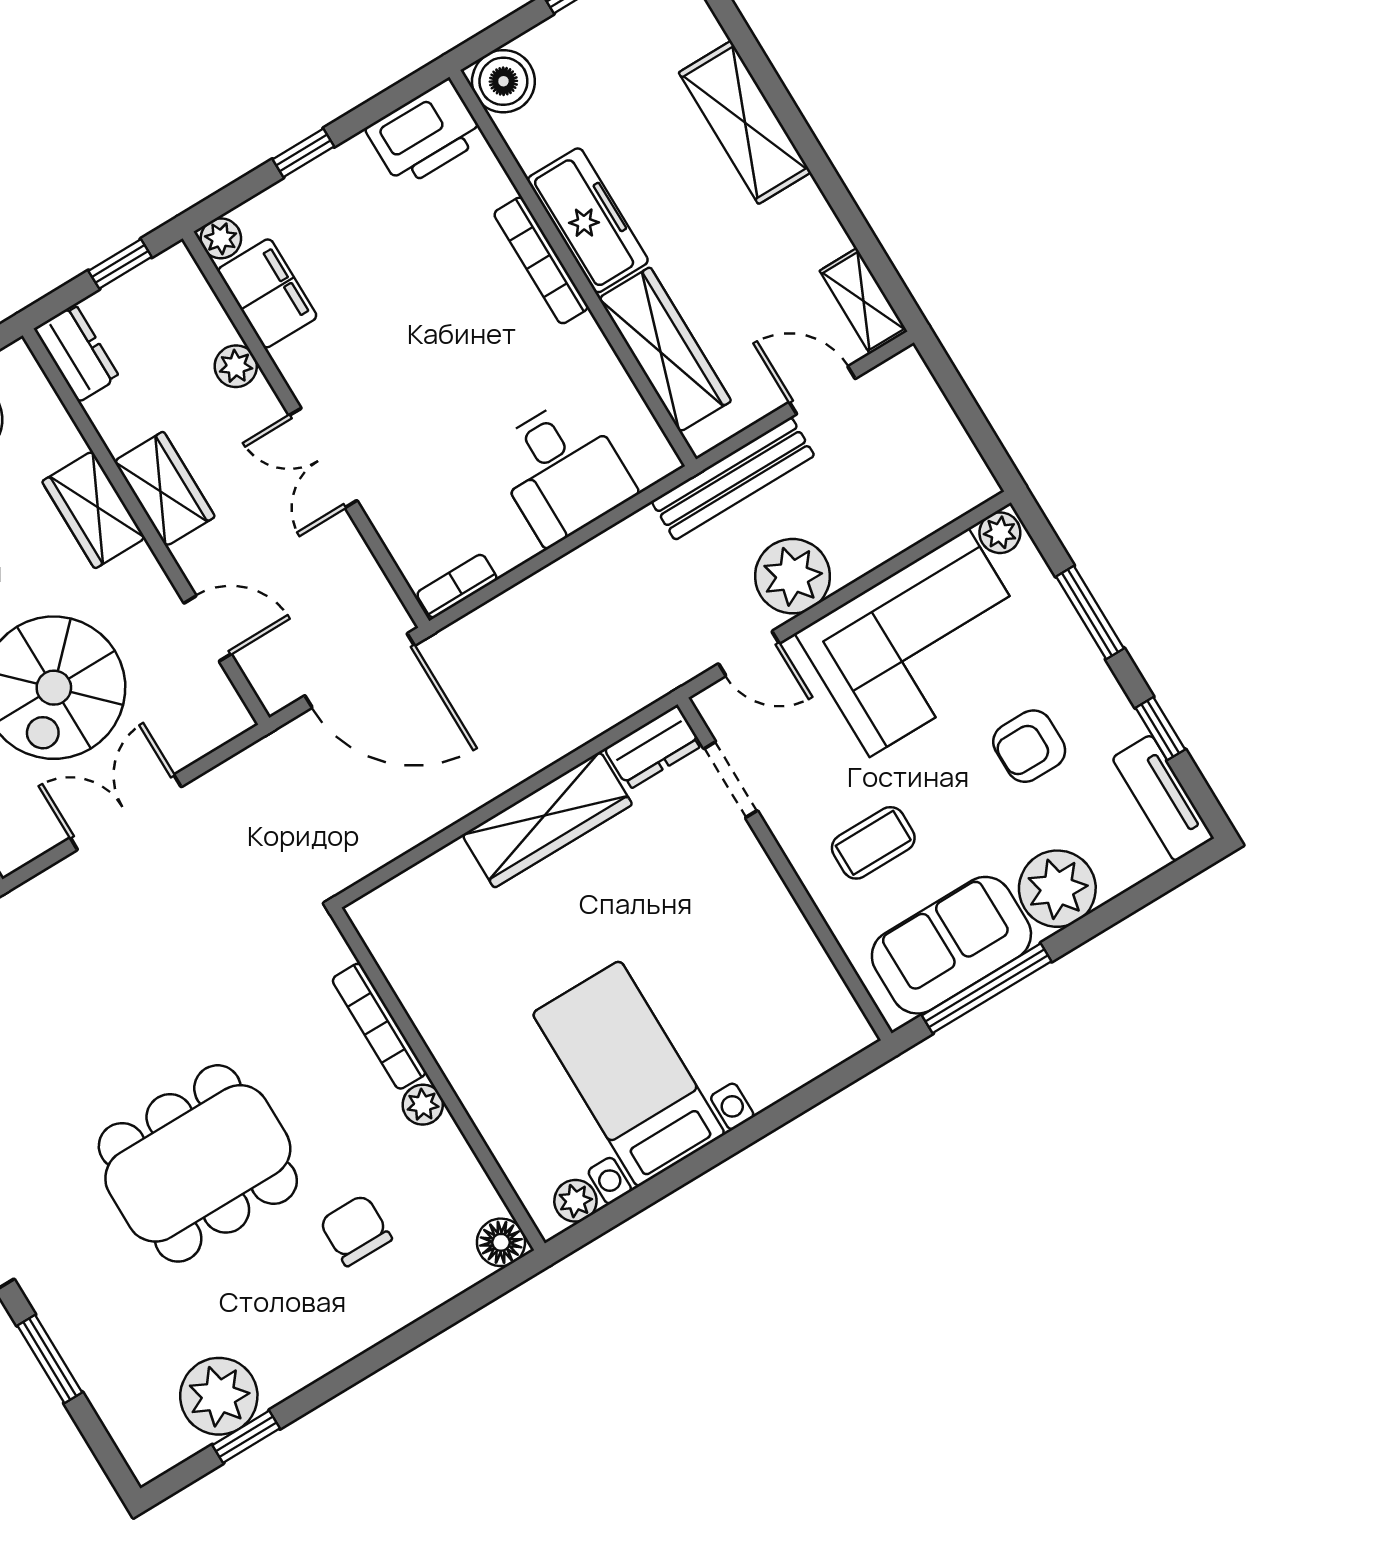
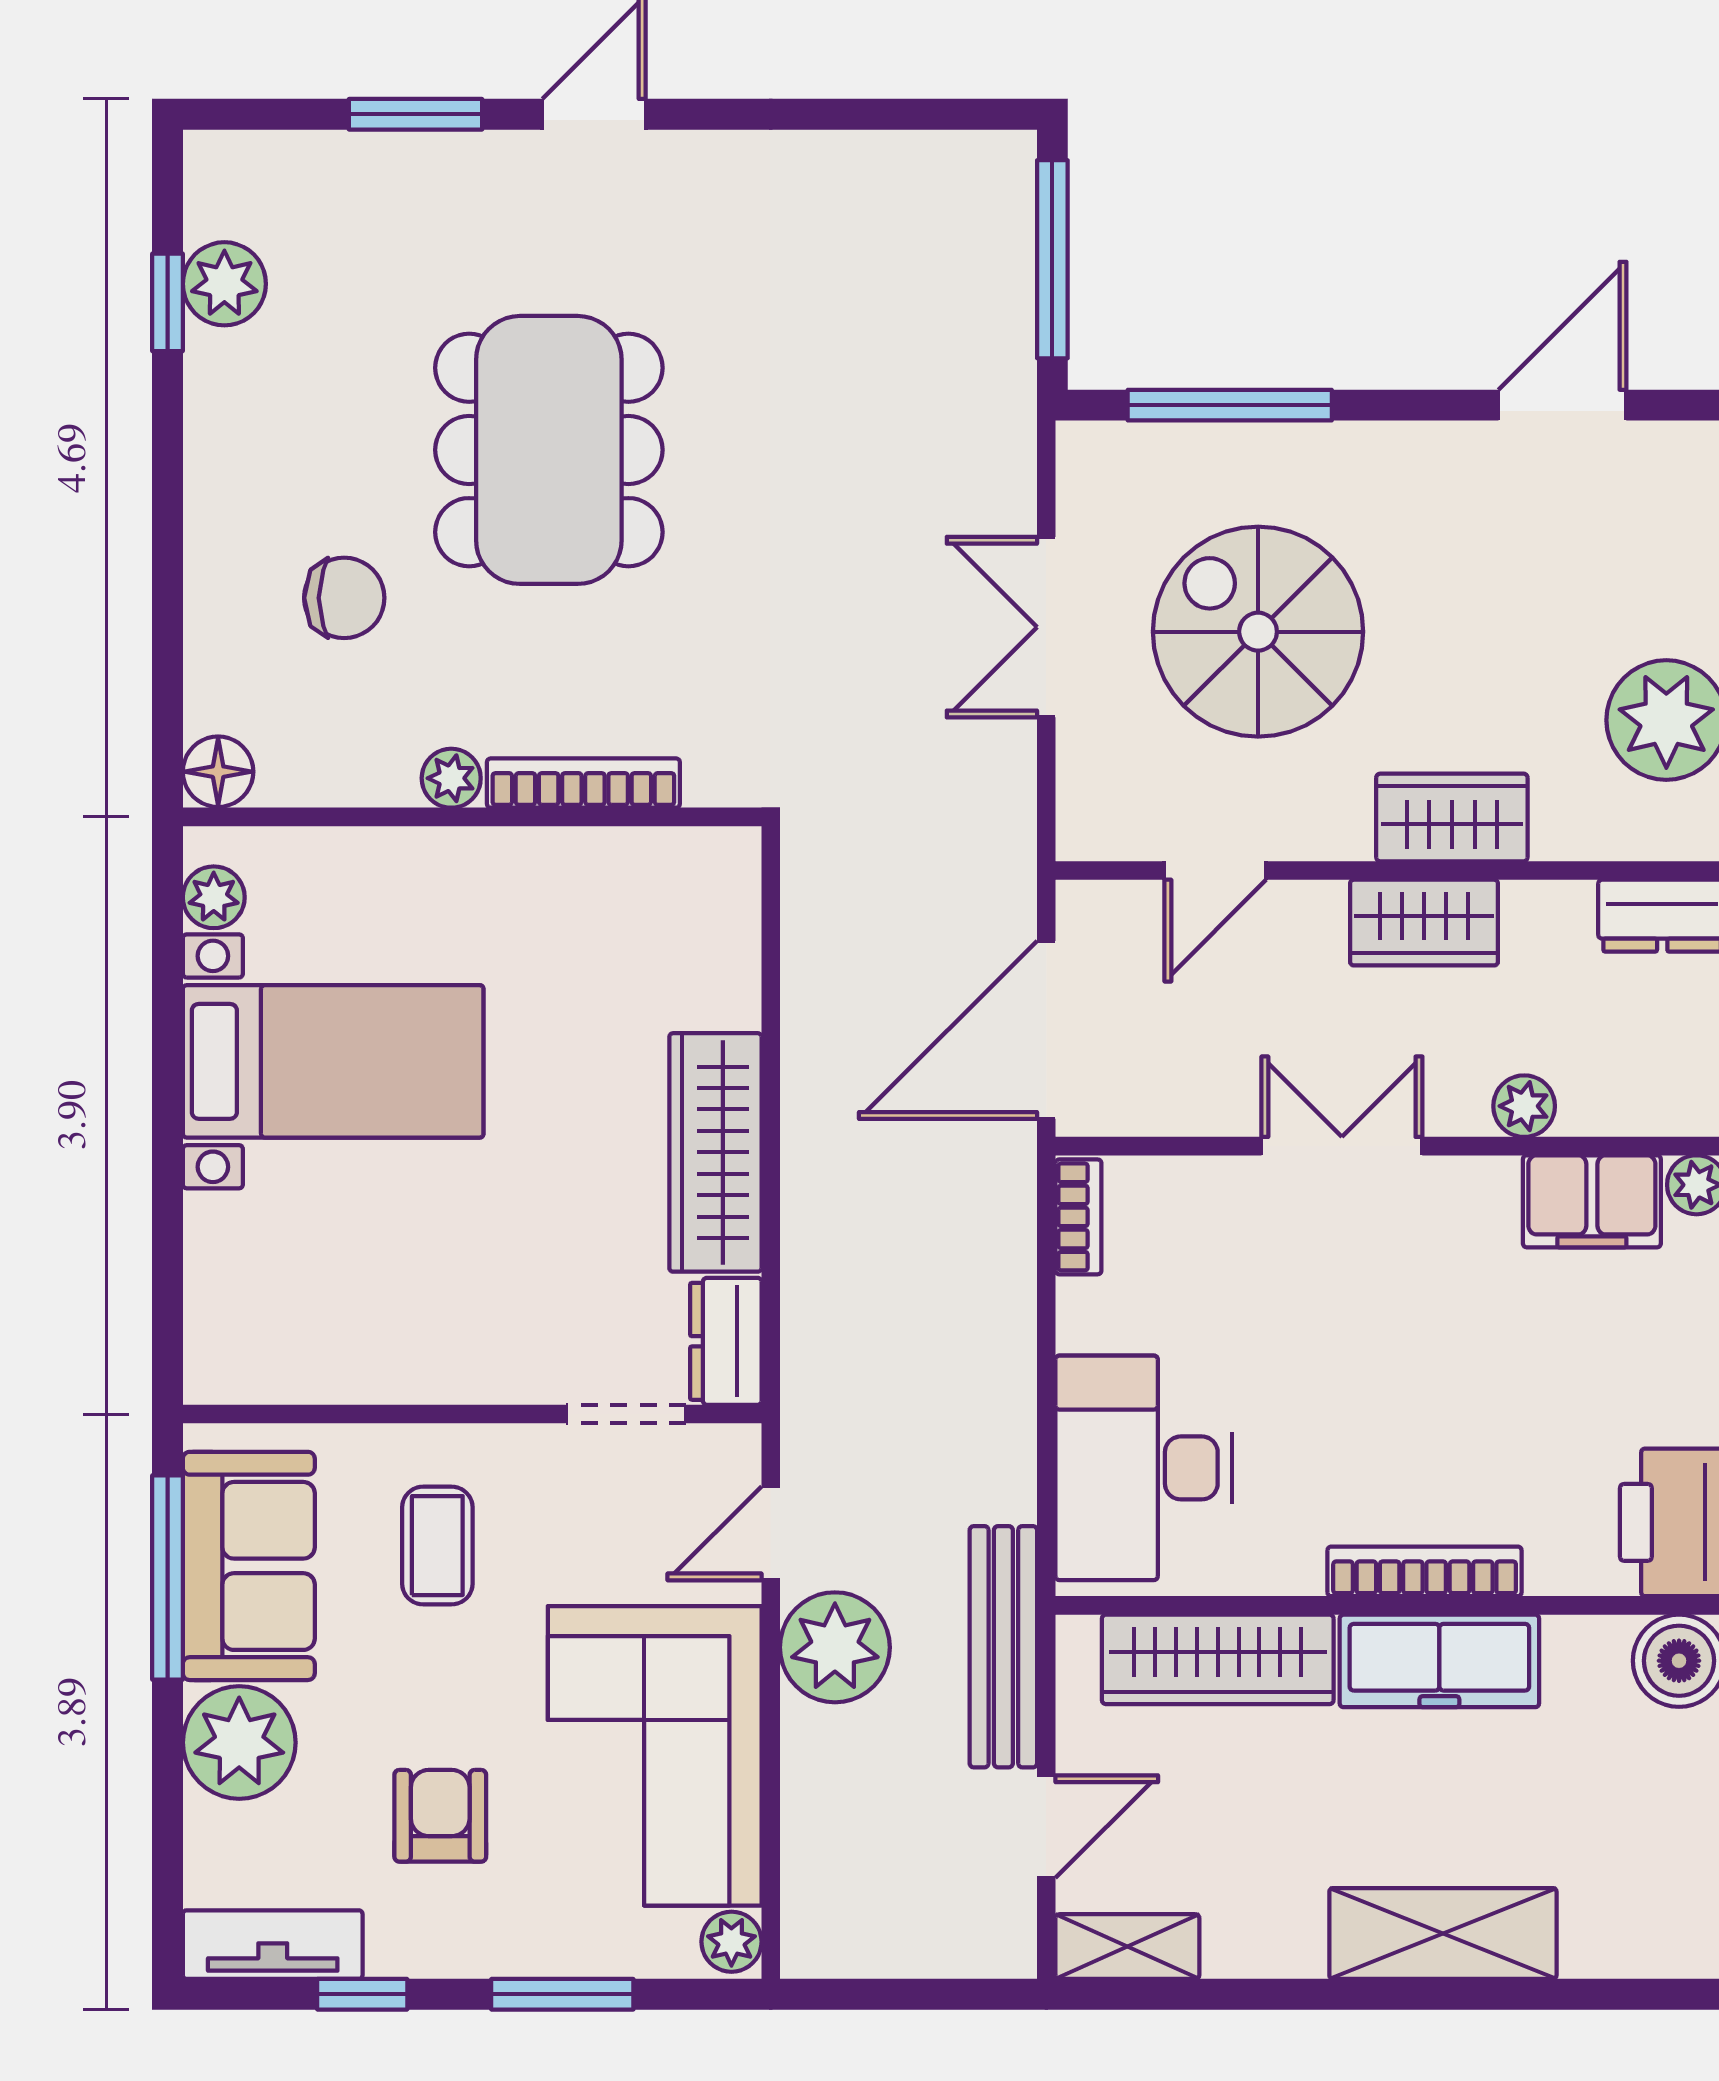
desk: (562, 471) -> (1144, 1468), width x1.37
double door: (126, 812) -> (1046, 627), swing flipped
plant: (219, 1396) -> (224, 284), width x0.73, depth x0.73

